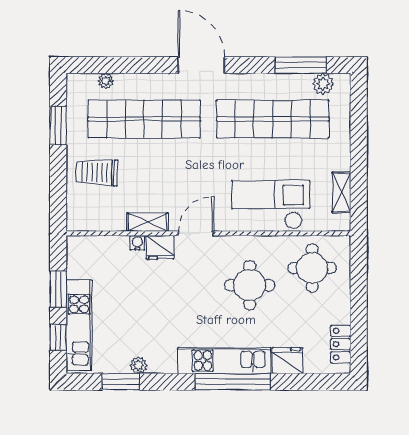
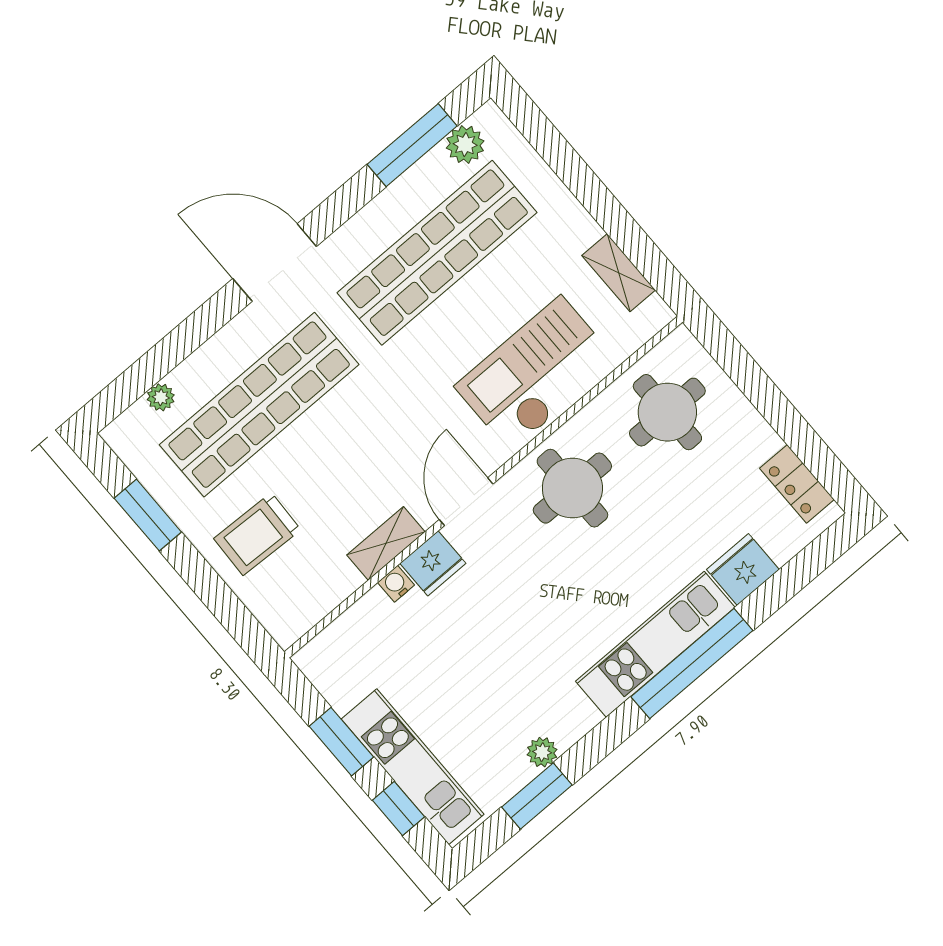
round table: (250, 285) -> (572, 488), moved

